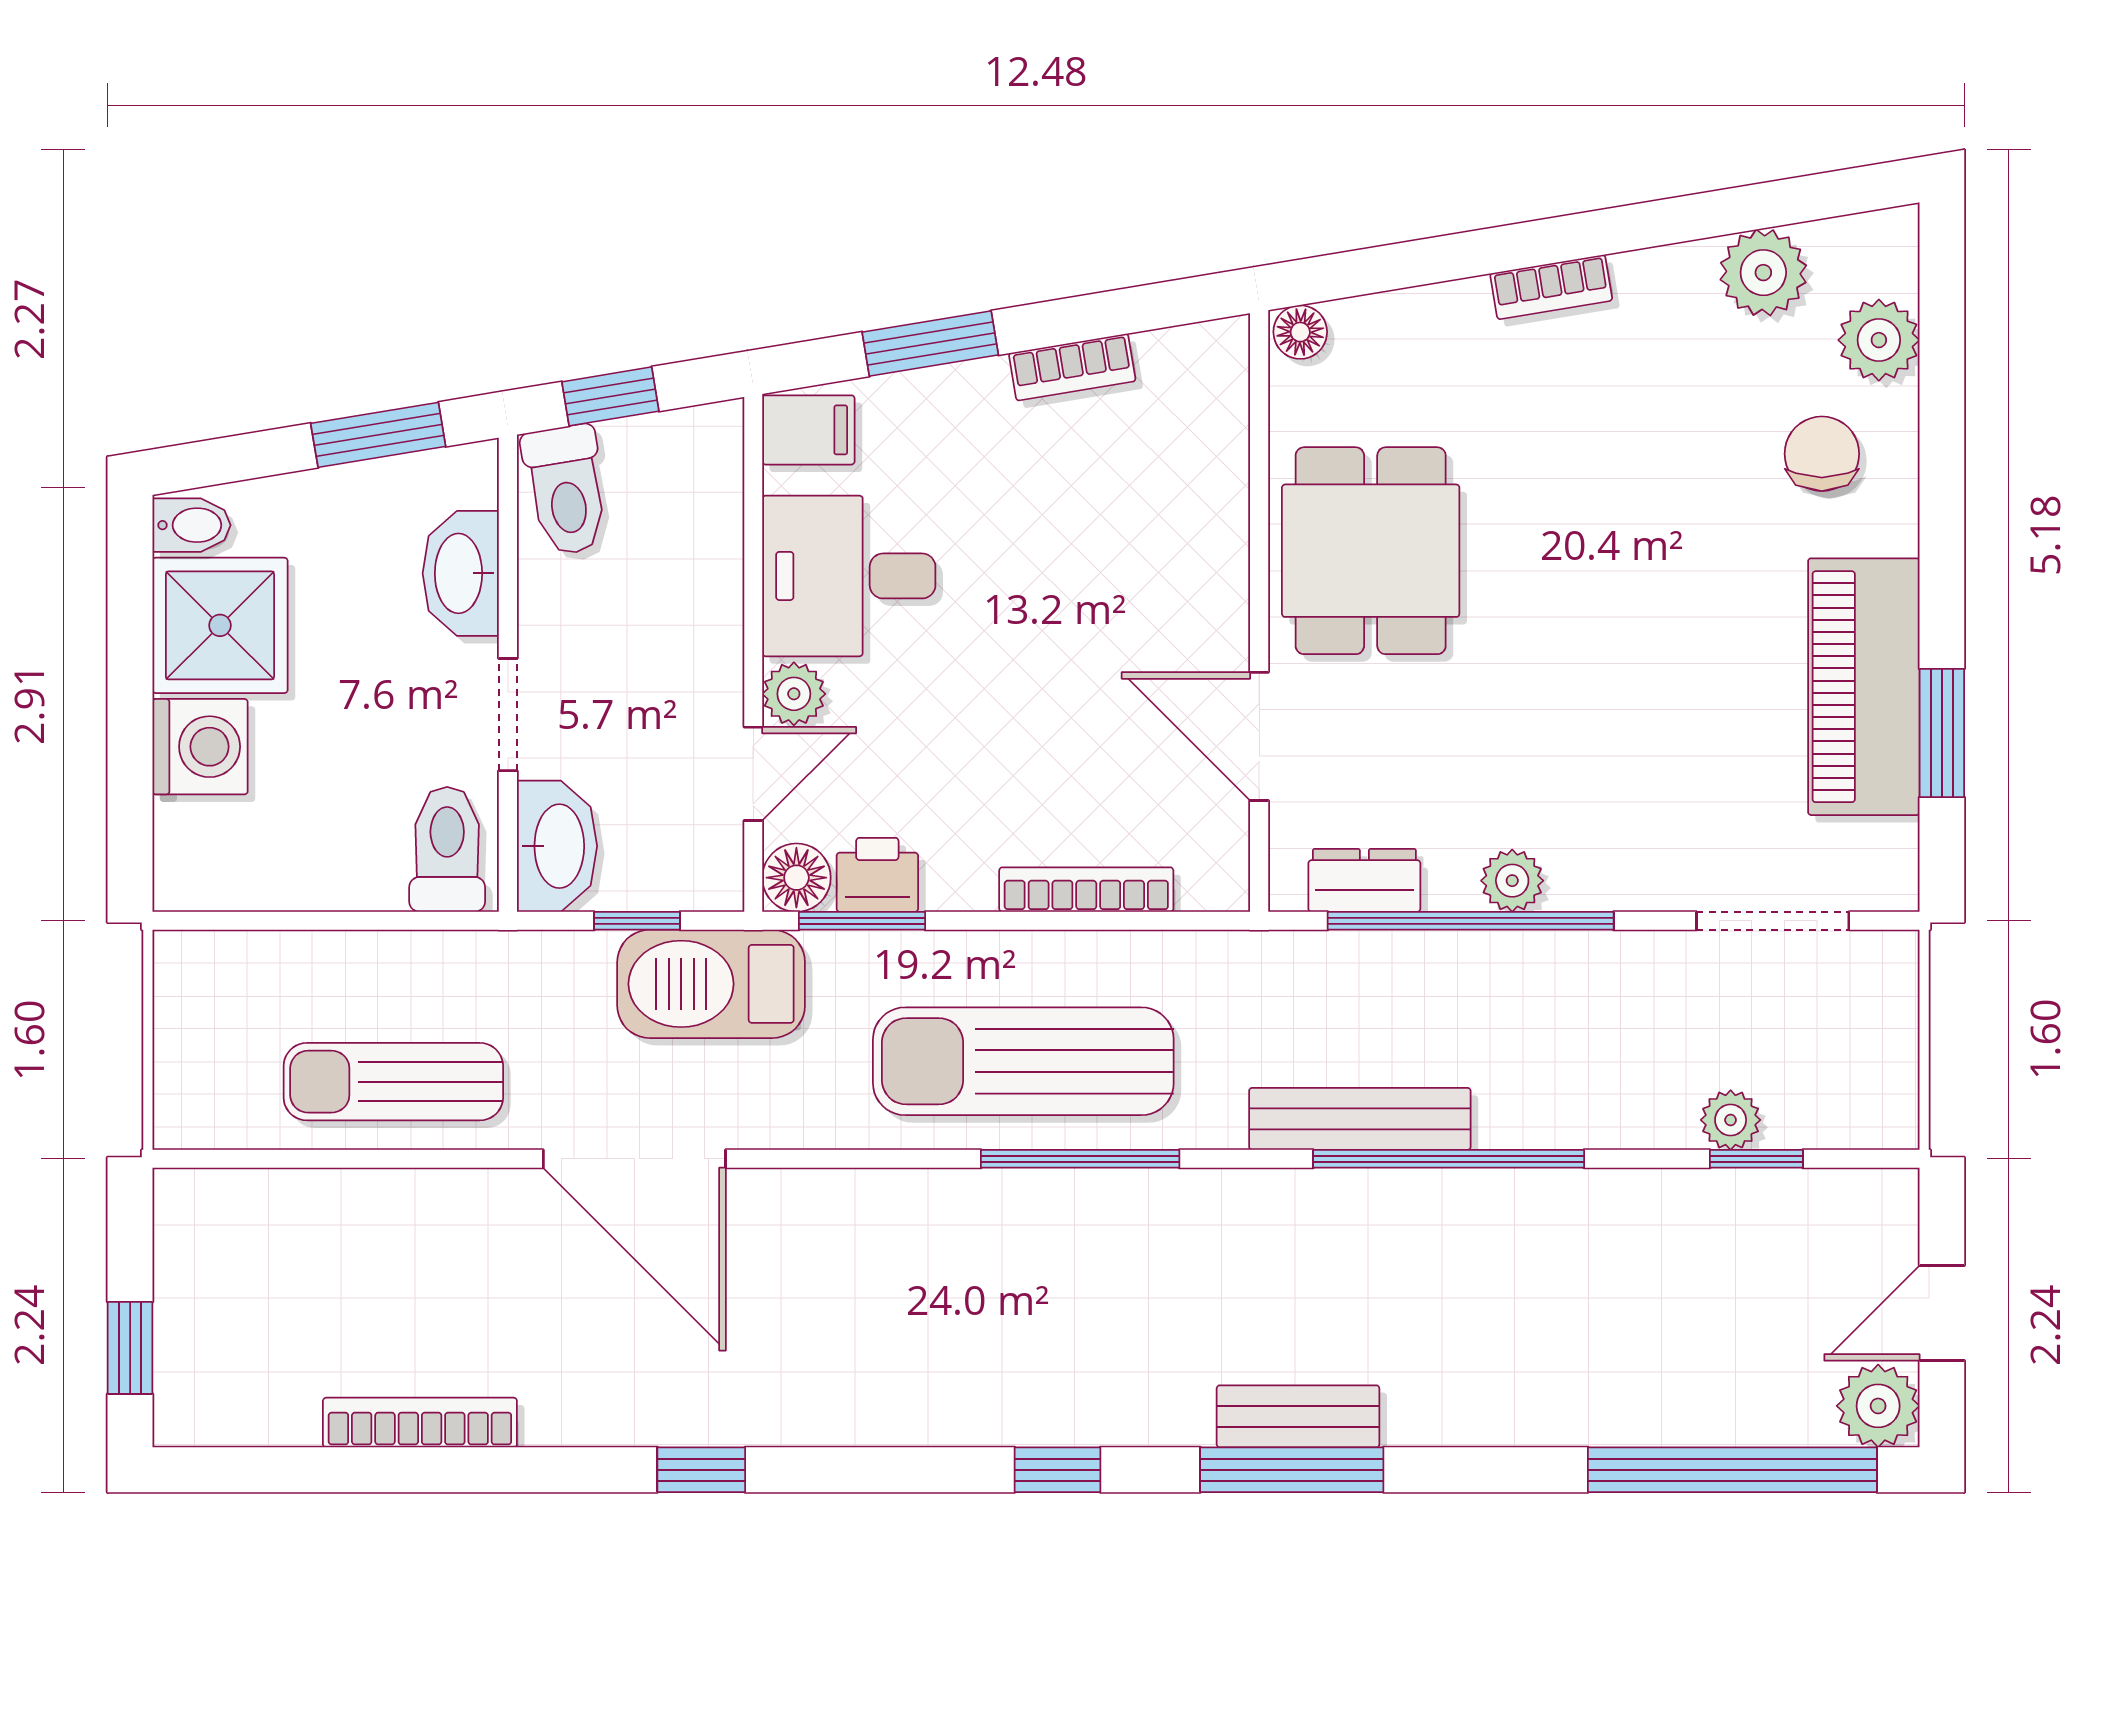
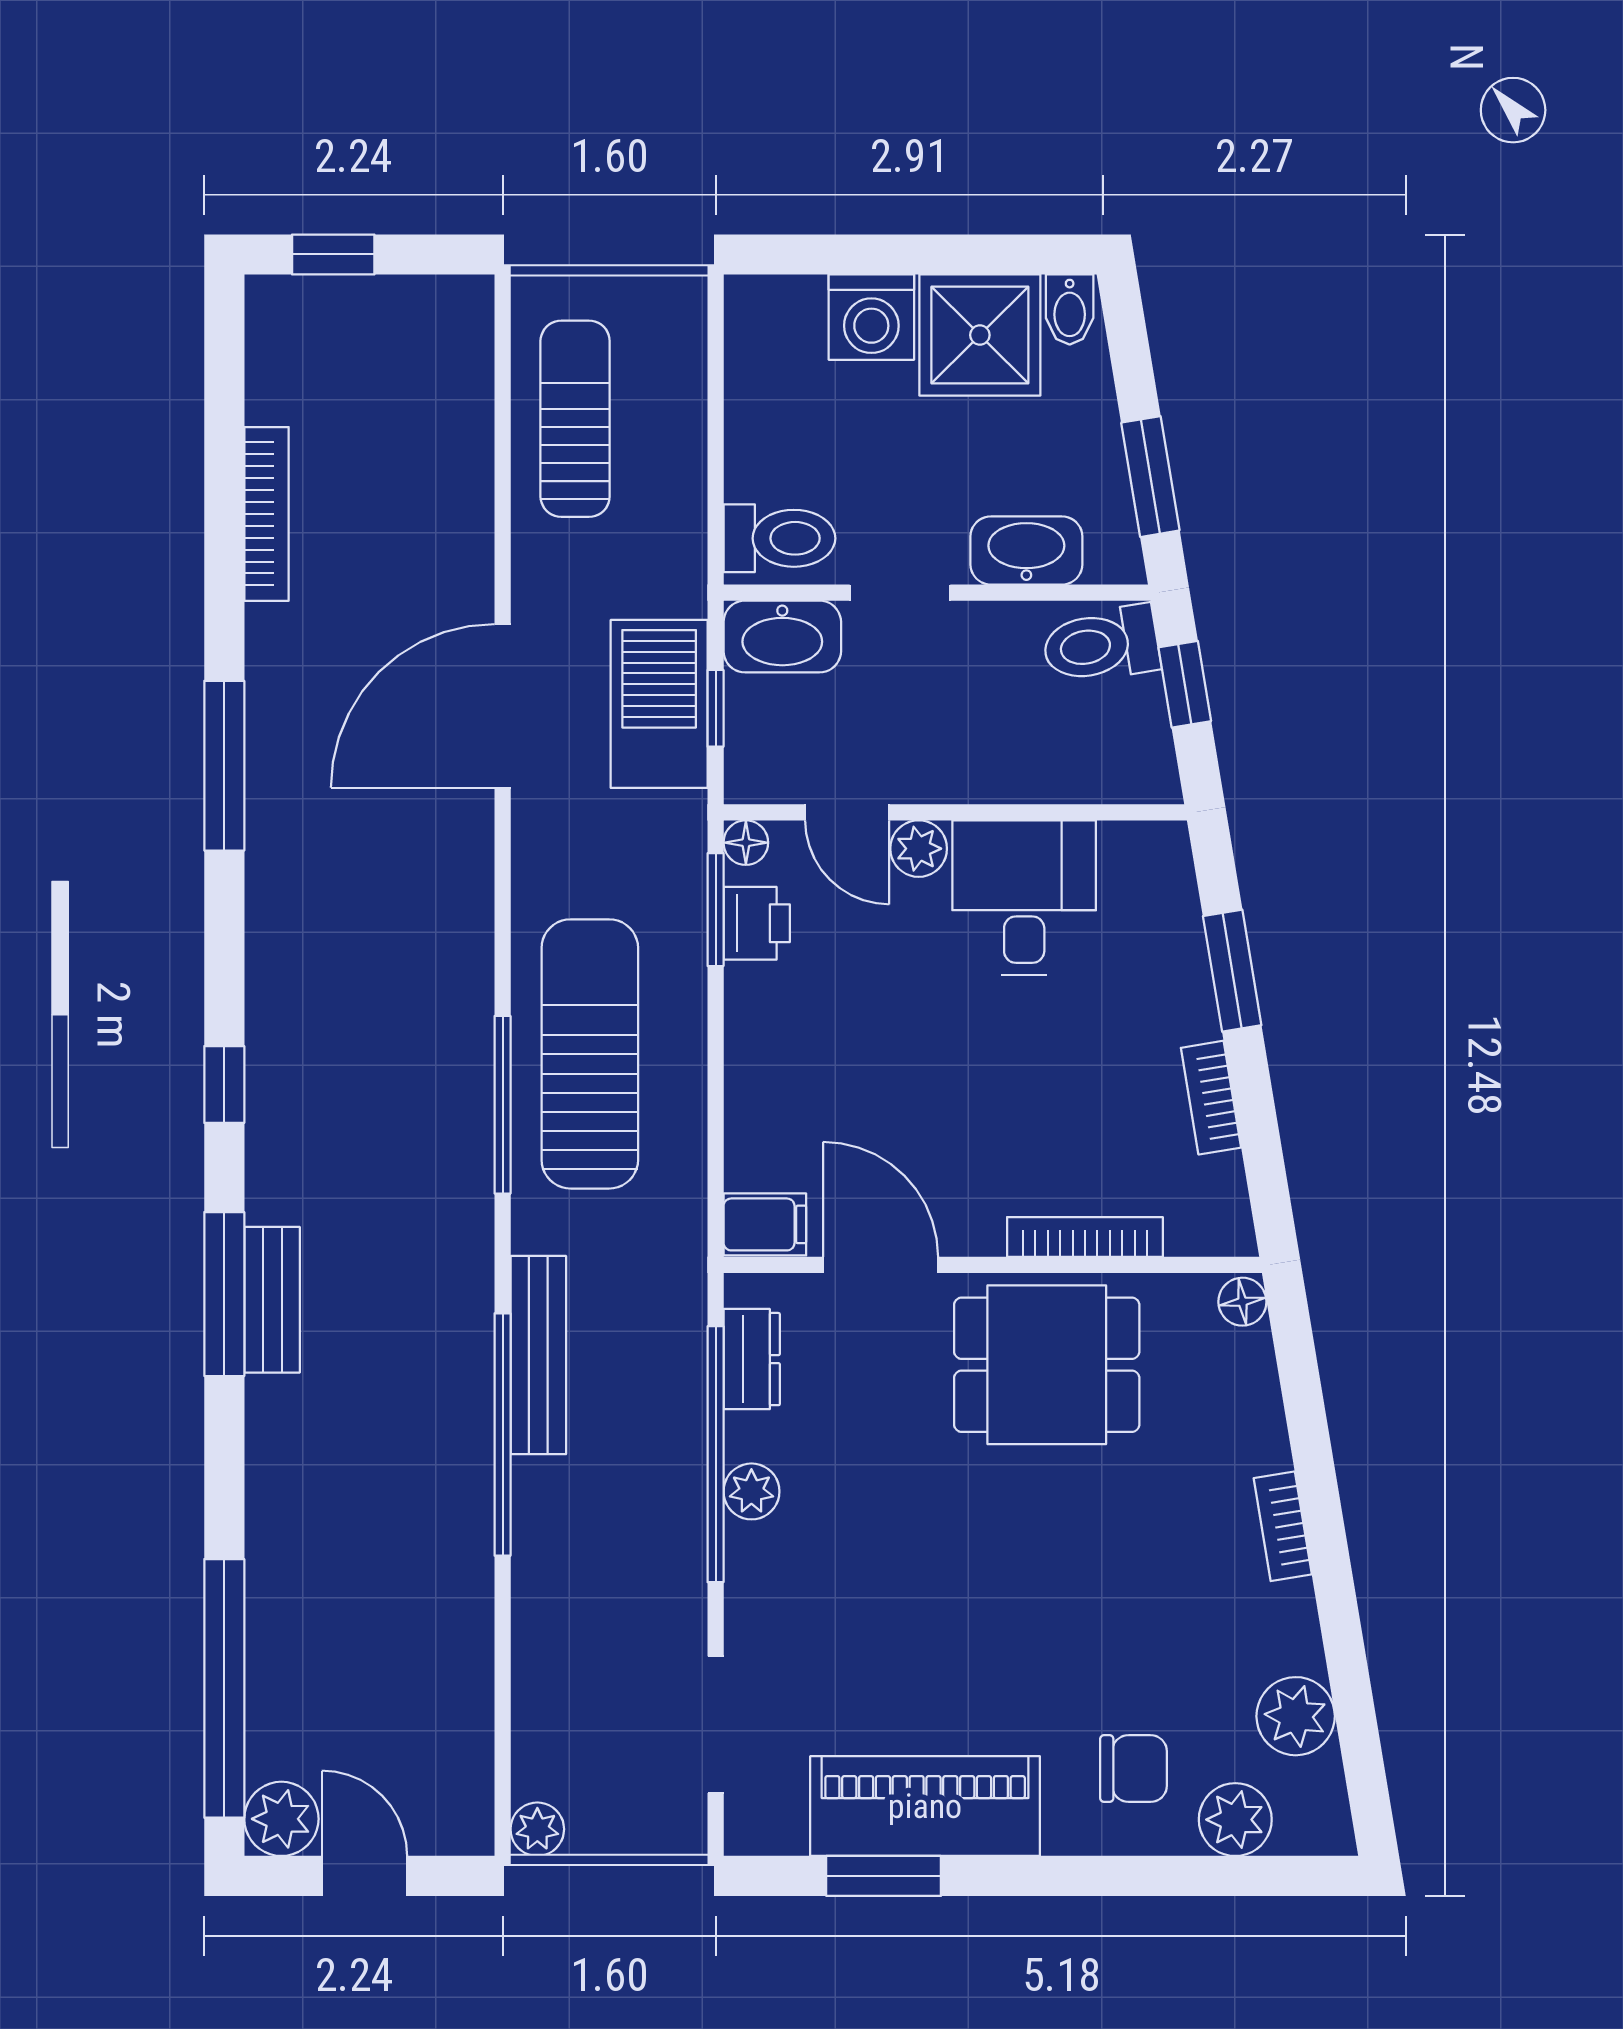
filing cabinet: (808, 430) -> (765, 1224), moved, turned -90
door: (1259, 736) -> (881, 1265), hinge flipped
floor lamp: (796, 878) -> (746, 843), width x0.73, depth x0.73
bookcase: (1086, 890) -> (1085, 1237), moved, turned -90
barbecue: (711, 984) -> (659, 704), moved
sun lounger: (393, 1082) -> (575, 419), moved
plant: (1731, 1120) -> (537, 1829), moved
window: (1756, 1159) -> (503, 1710), removed
window: (701, 1470) -> (224, 766), width x2.17

